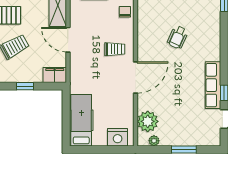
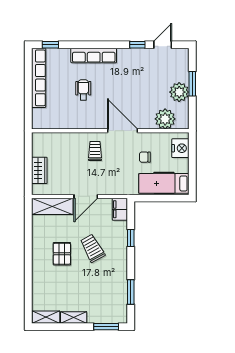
chair: (125, 12) -> (145, 157), moved
wheelchair: (178, 37) -> (83, 90), turned -114
row of seats: (213, 85) -> (94, 55), moved
plant: (154, 141) -> (179, 92), moved, width x1.88, depth x1.88

